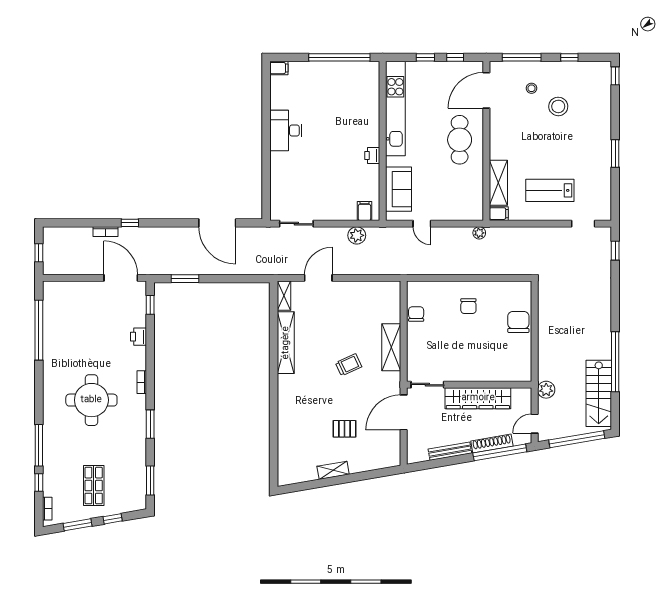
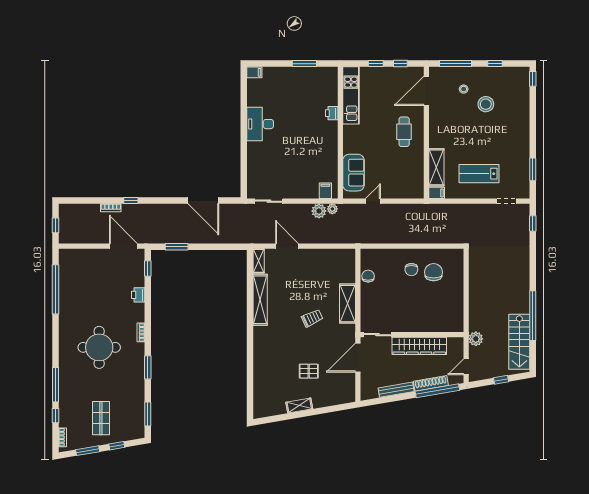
window: (339, 57) -> (304, 64), width x0.47
kitchen unit: (395, 109) -> (351, 95), width x0.73
cafe table: (460, 140) -> (404, 132), width x0.73, depth x0.74
window: (615, 154) -> (533, 169), moved
printer: (372, 155) -> (332, 113), moved
door: (422, 224) -> (373, 201), swing flipped
plant: (479, 233) -> (332, 209), moved
door: (318, 278) -> (287, 246), hinge flipped
chair: (518, 322) -> (434, 272), moved
window: (577, 439) -> (501, 380), width x0.32

